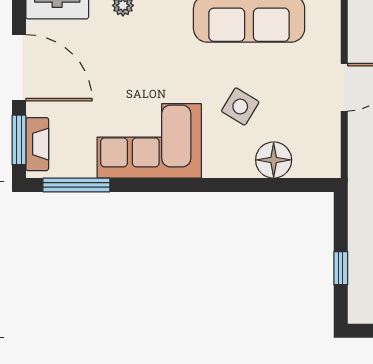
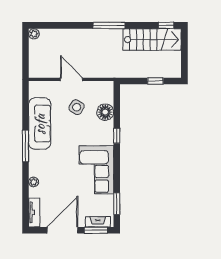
side table: (240, 107) -> (77, 107), moved
window: (76, 185) -> (117, 204), width x0.69
window: (223, 185) -> (117, 136), added

